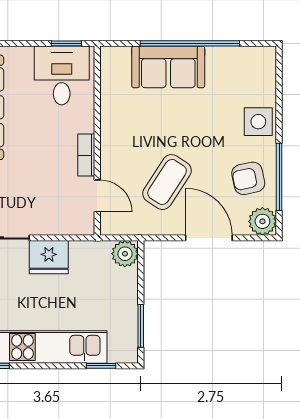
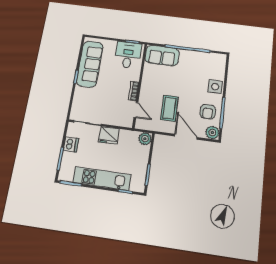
sofa: (168, 67) -> (162, 56), moved
armchair: (248, 178) -> (208, 112), turned -78
coffee table: (167, 182) -> (169, 108), turned -33

